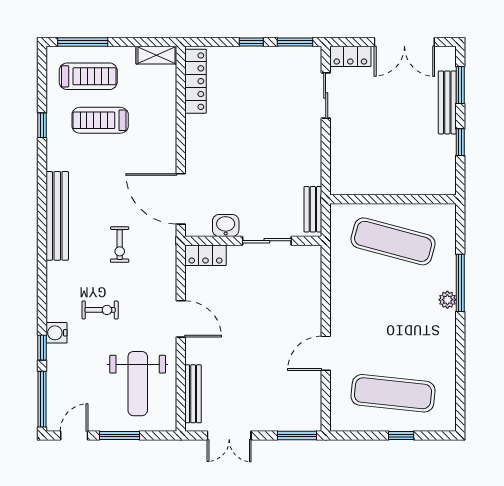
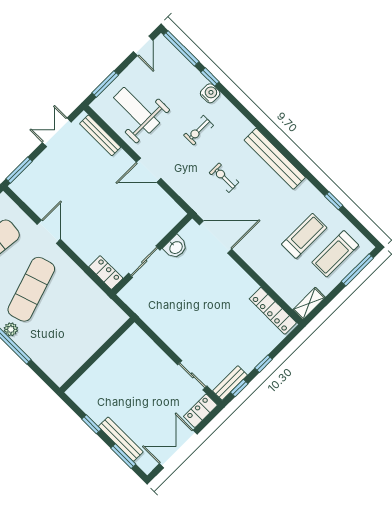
window: (295, 42) -> (239, 388), width x0.67
bench: (313, 209) -> (230, 383), moved, turned 90
exercise mat: (393, 241) -> (31, 289), moved, turned -33
locker: (206, 255) -> (106, 273), moved, turned 90
window: (120, 435) -> (105, 84), moved

